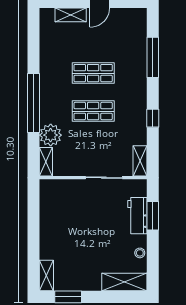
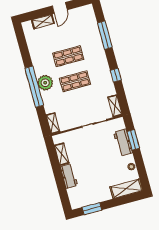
plant: (51, 135) -> (45, 83), moved
workbench: (48, 242) -> (69, 176), added
shelving: (46, 276) -> (62, 154), moved

